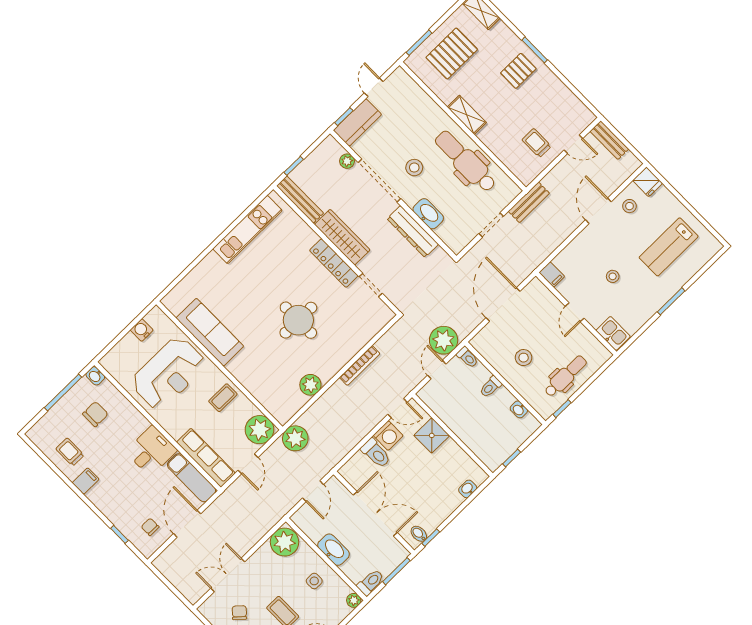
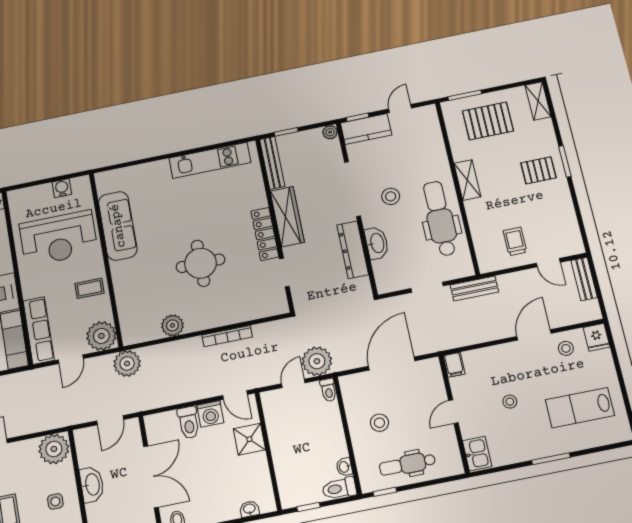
plant: (347, 161) -> (330, 132), moved
dental chair: (566, 376) -> (407, 464), turned 180
toilet: (491, 387) -> (339, 488), moved, width x1.37, depth x1.39

